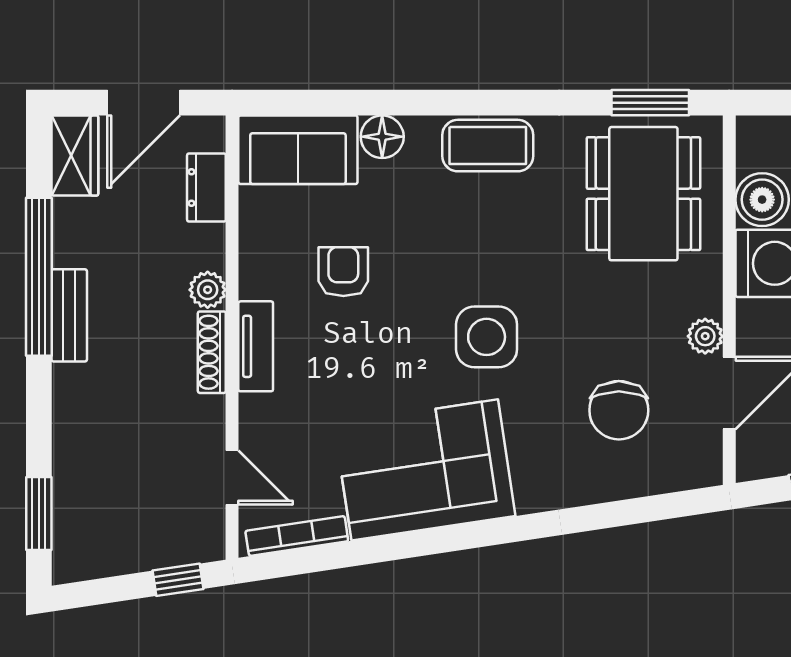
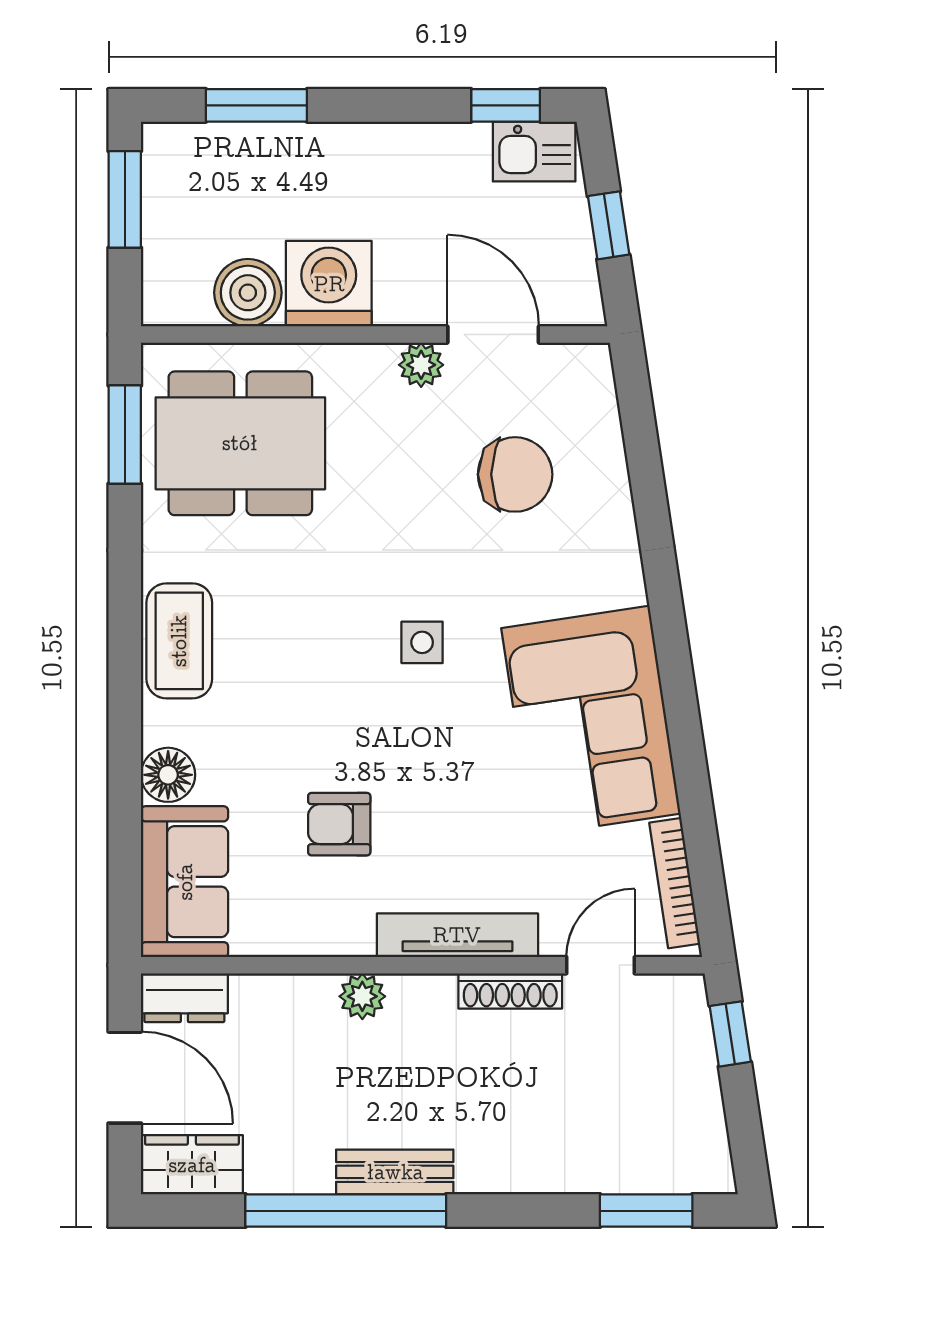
dresser: (206, 188) -> (184, 998), moved
side table: (487, 337) -> (422, 642), width x0.54, depth x0.54
tv unit: (256, 346) -> (457, 935), width x1.41
shoe rack: (212, 352) -> (510, 991), moved

